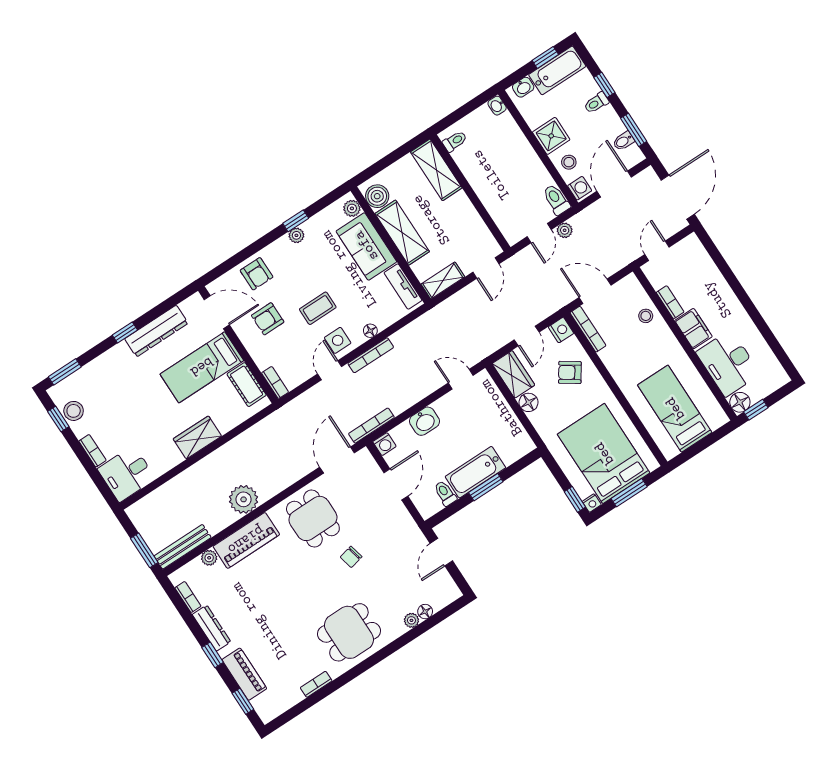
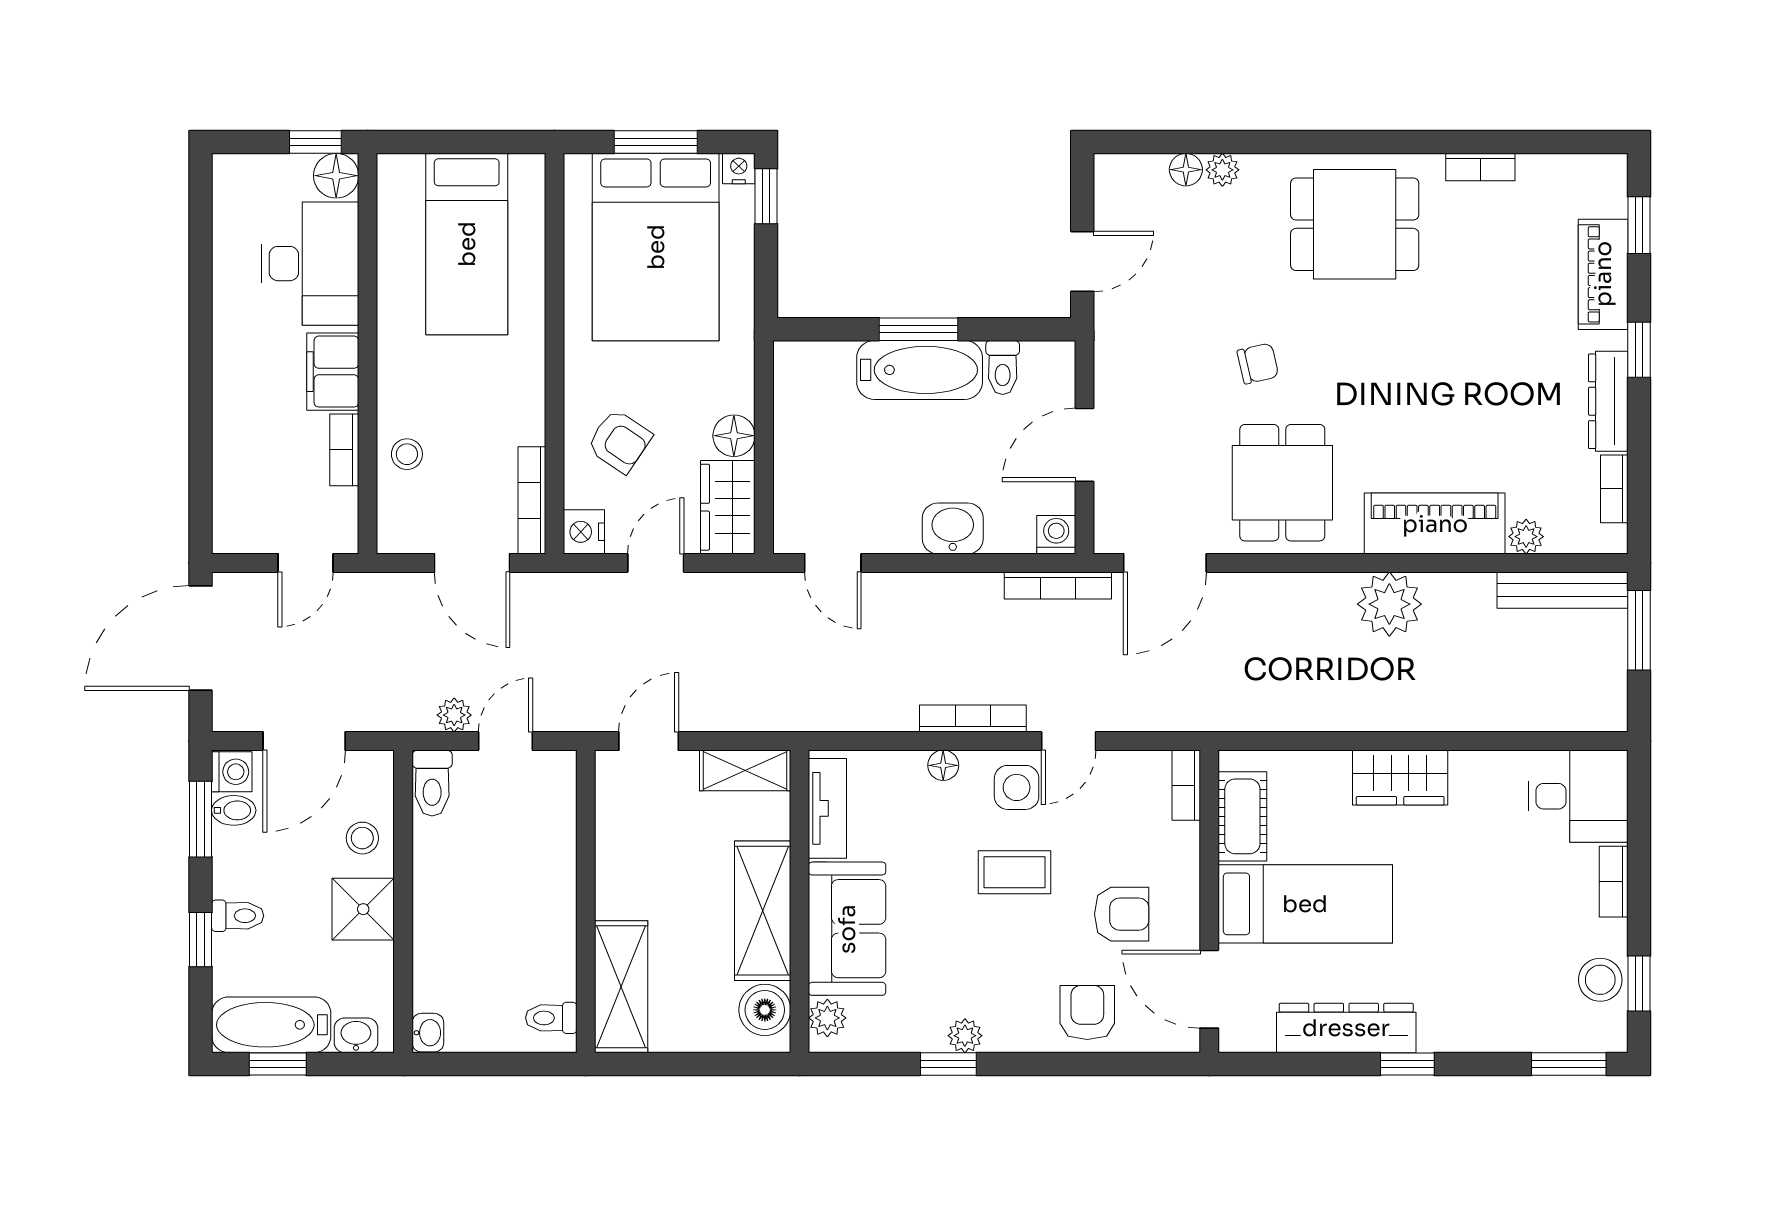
washing machine: (580, 188) -> (232, 772), moved, turned 180

